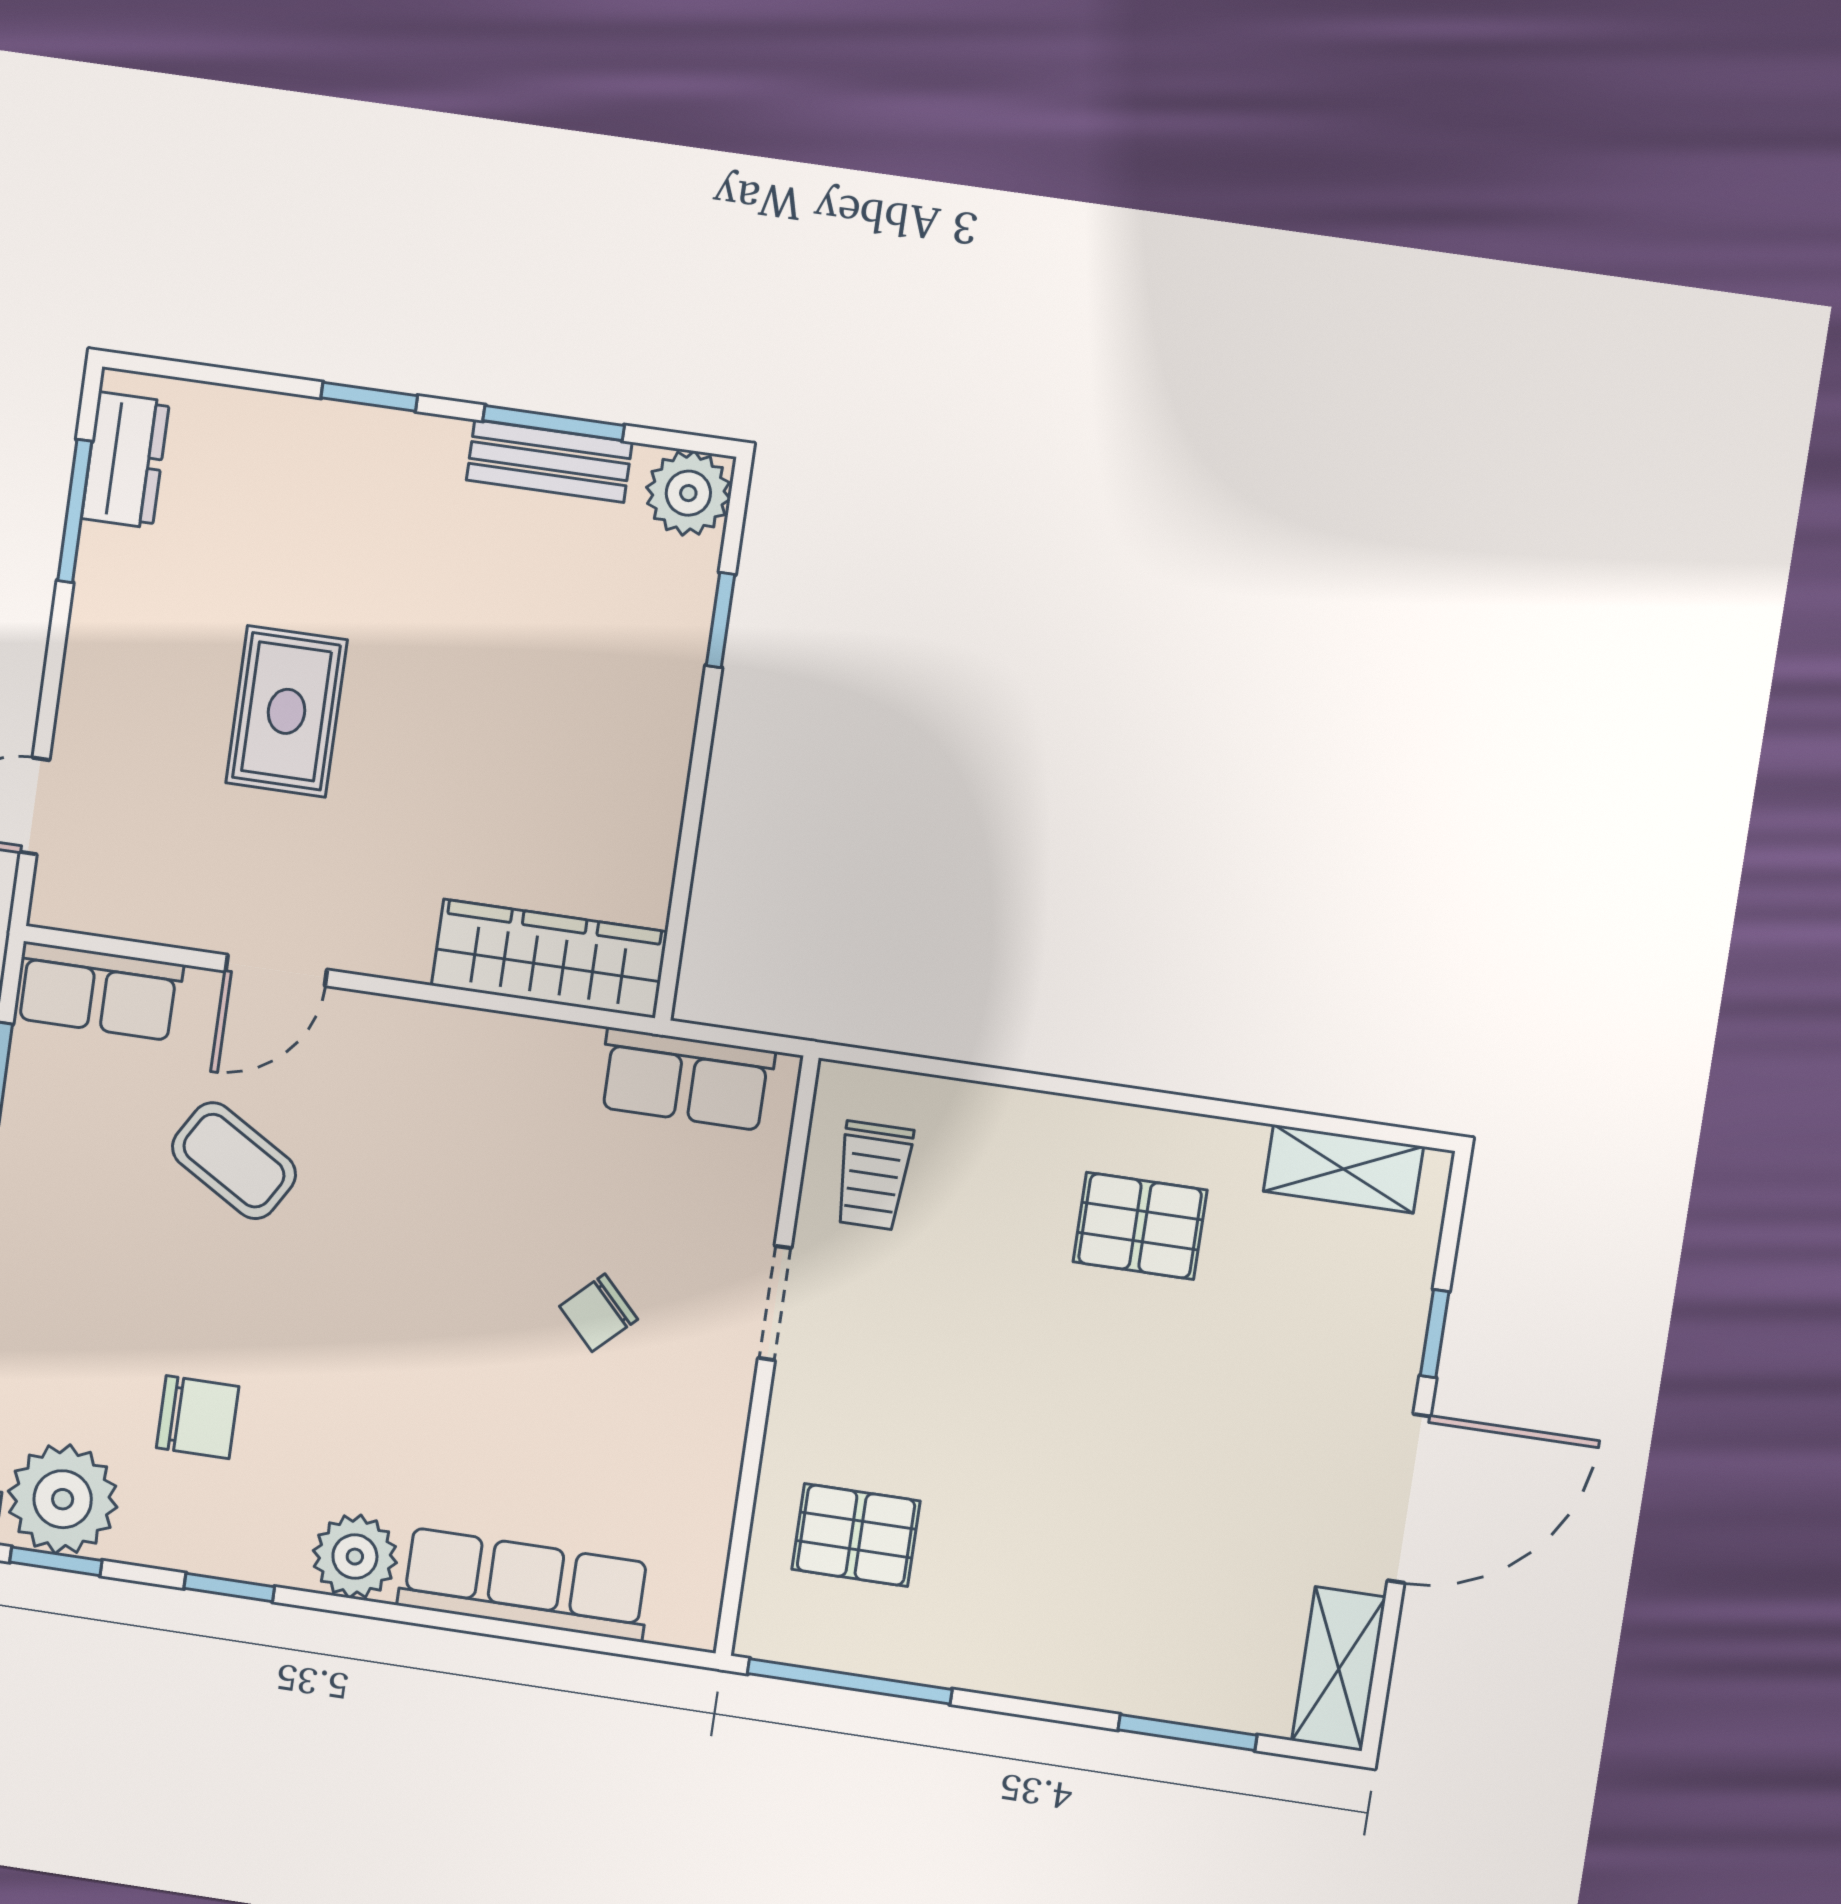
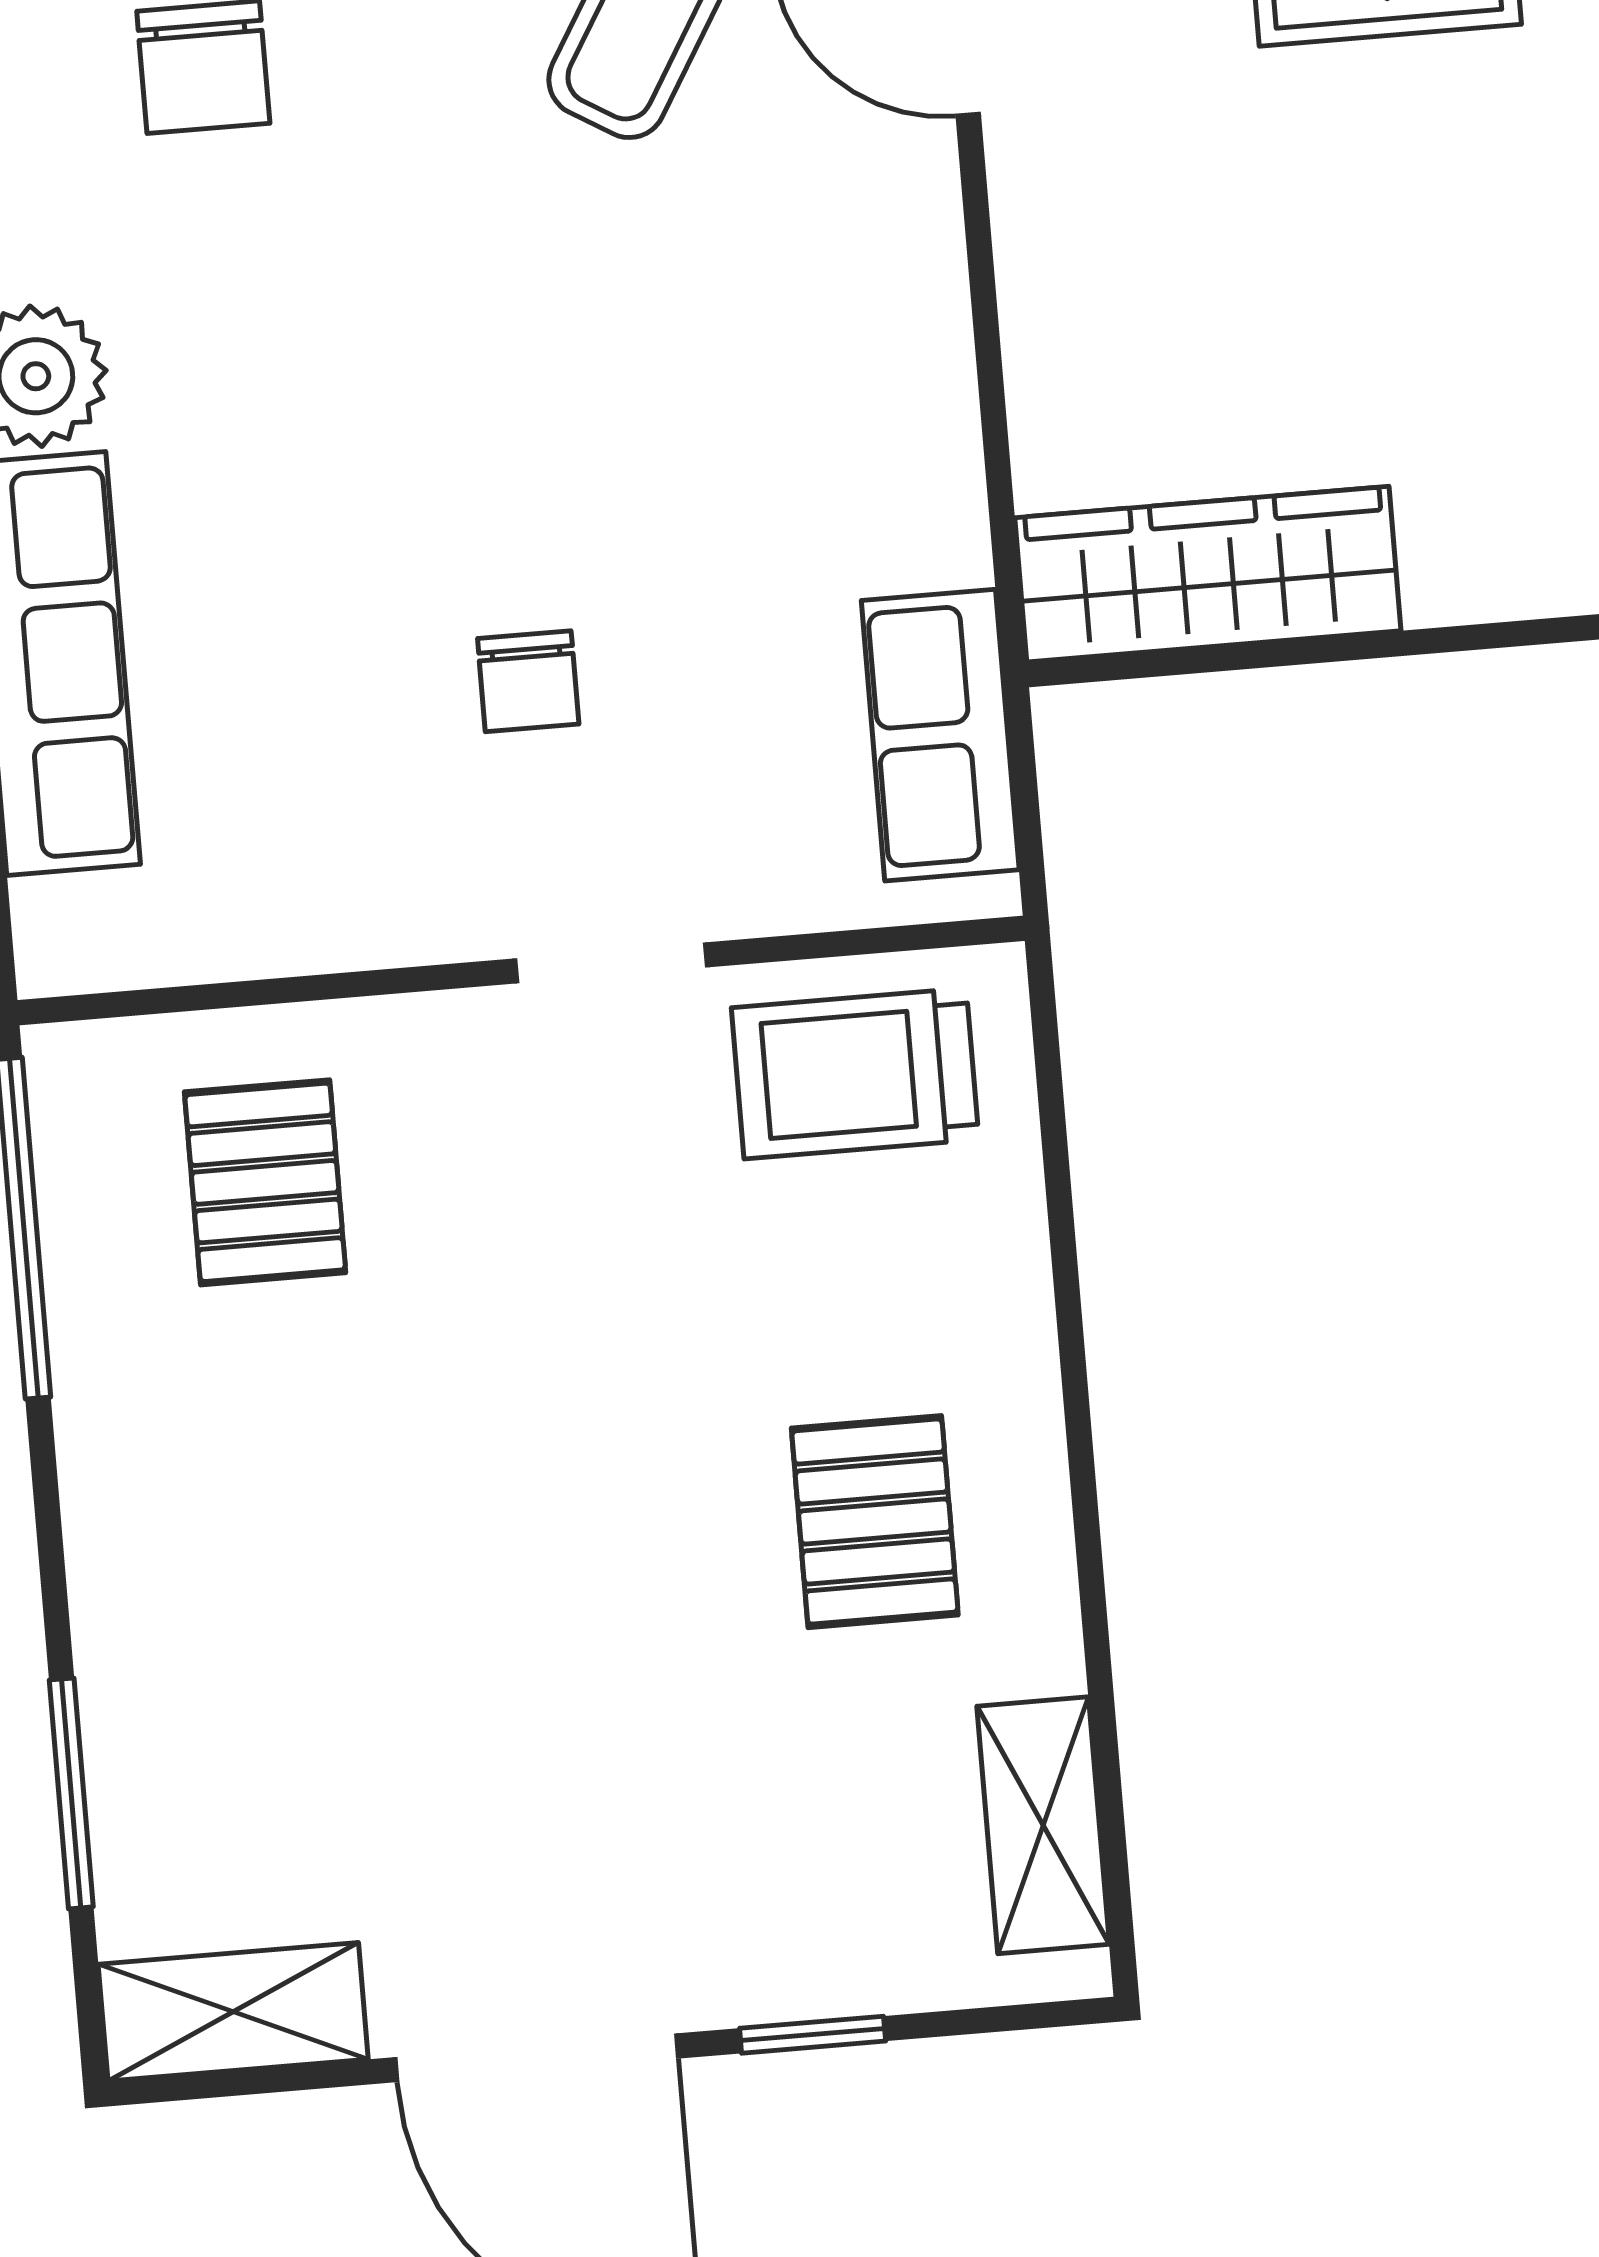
wardrobe: (549, 959) -> (1208, 574), moved, turned -90
trolley: (873, 1176) -> (855, 1074), width x1.36, depth x1.39
chair: (599, 1313) -> (528, 681), turned -136

